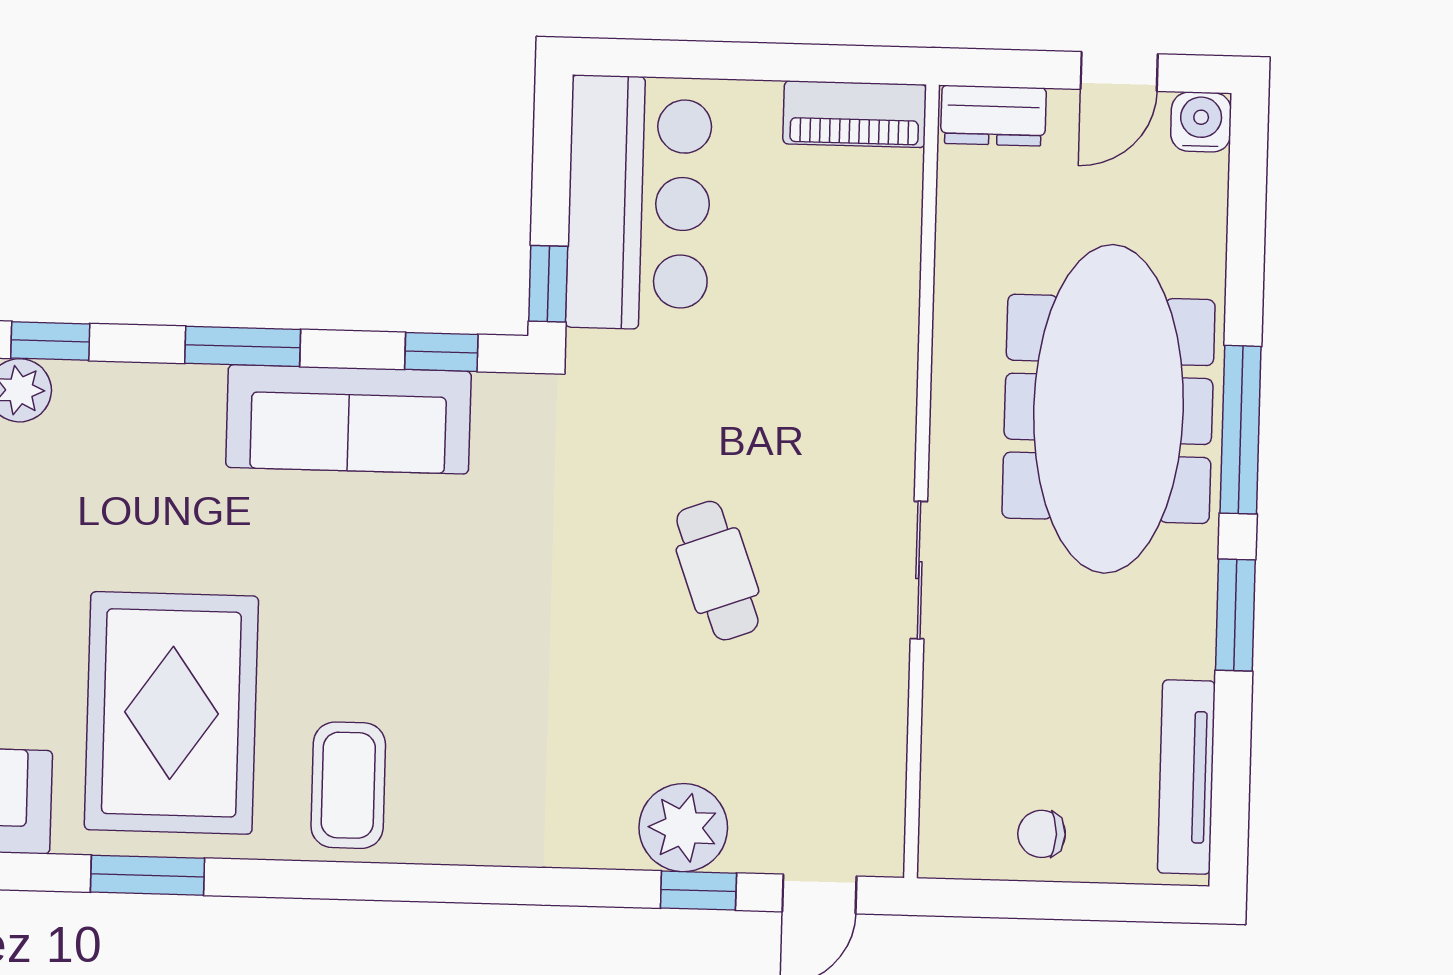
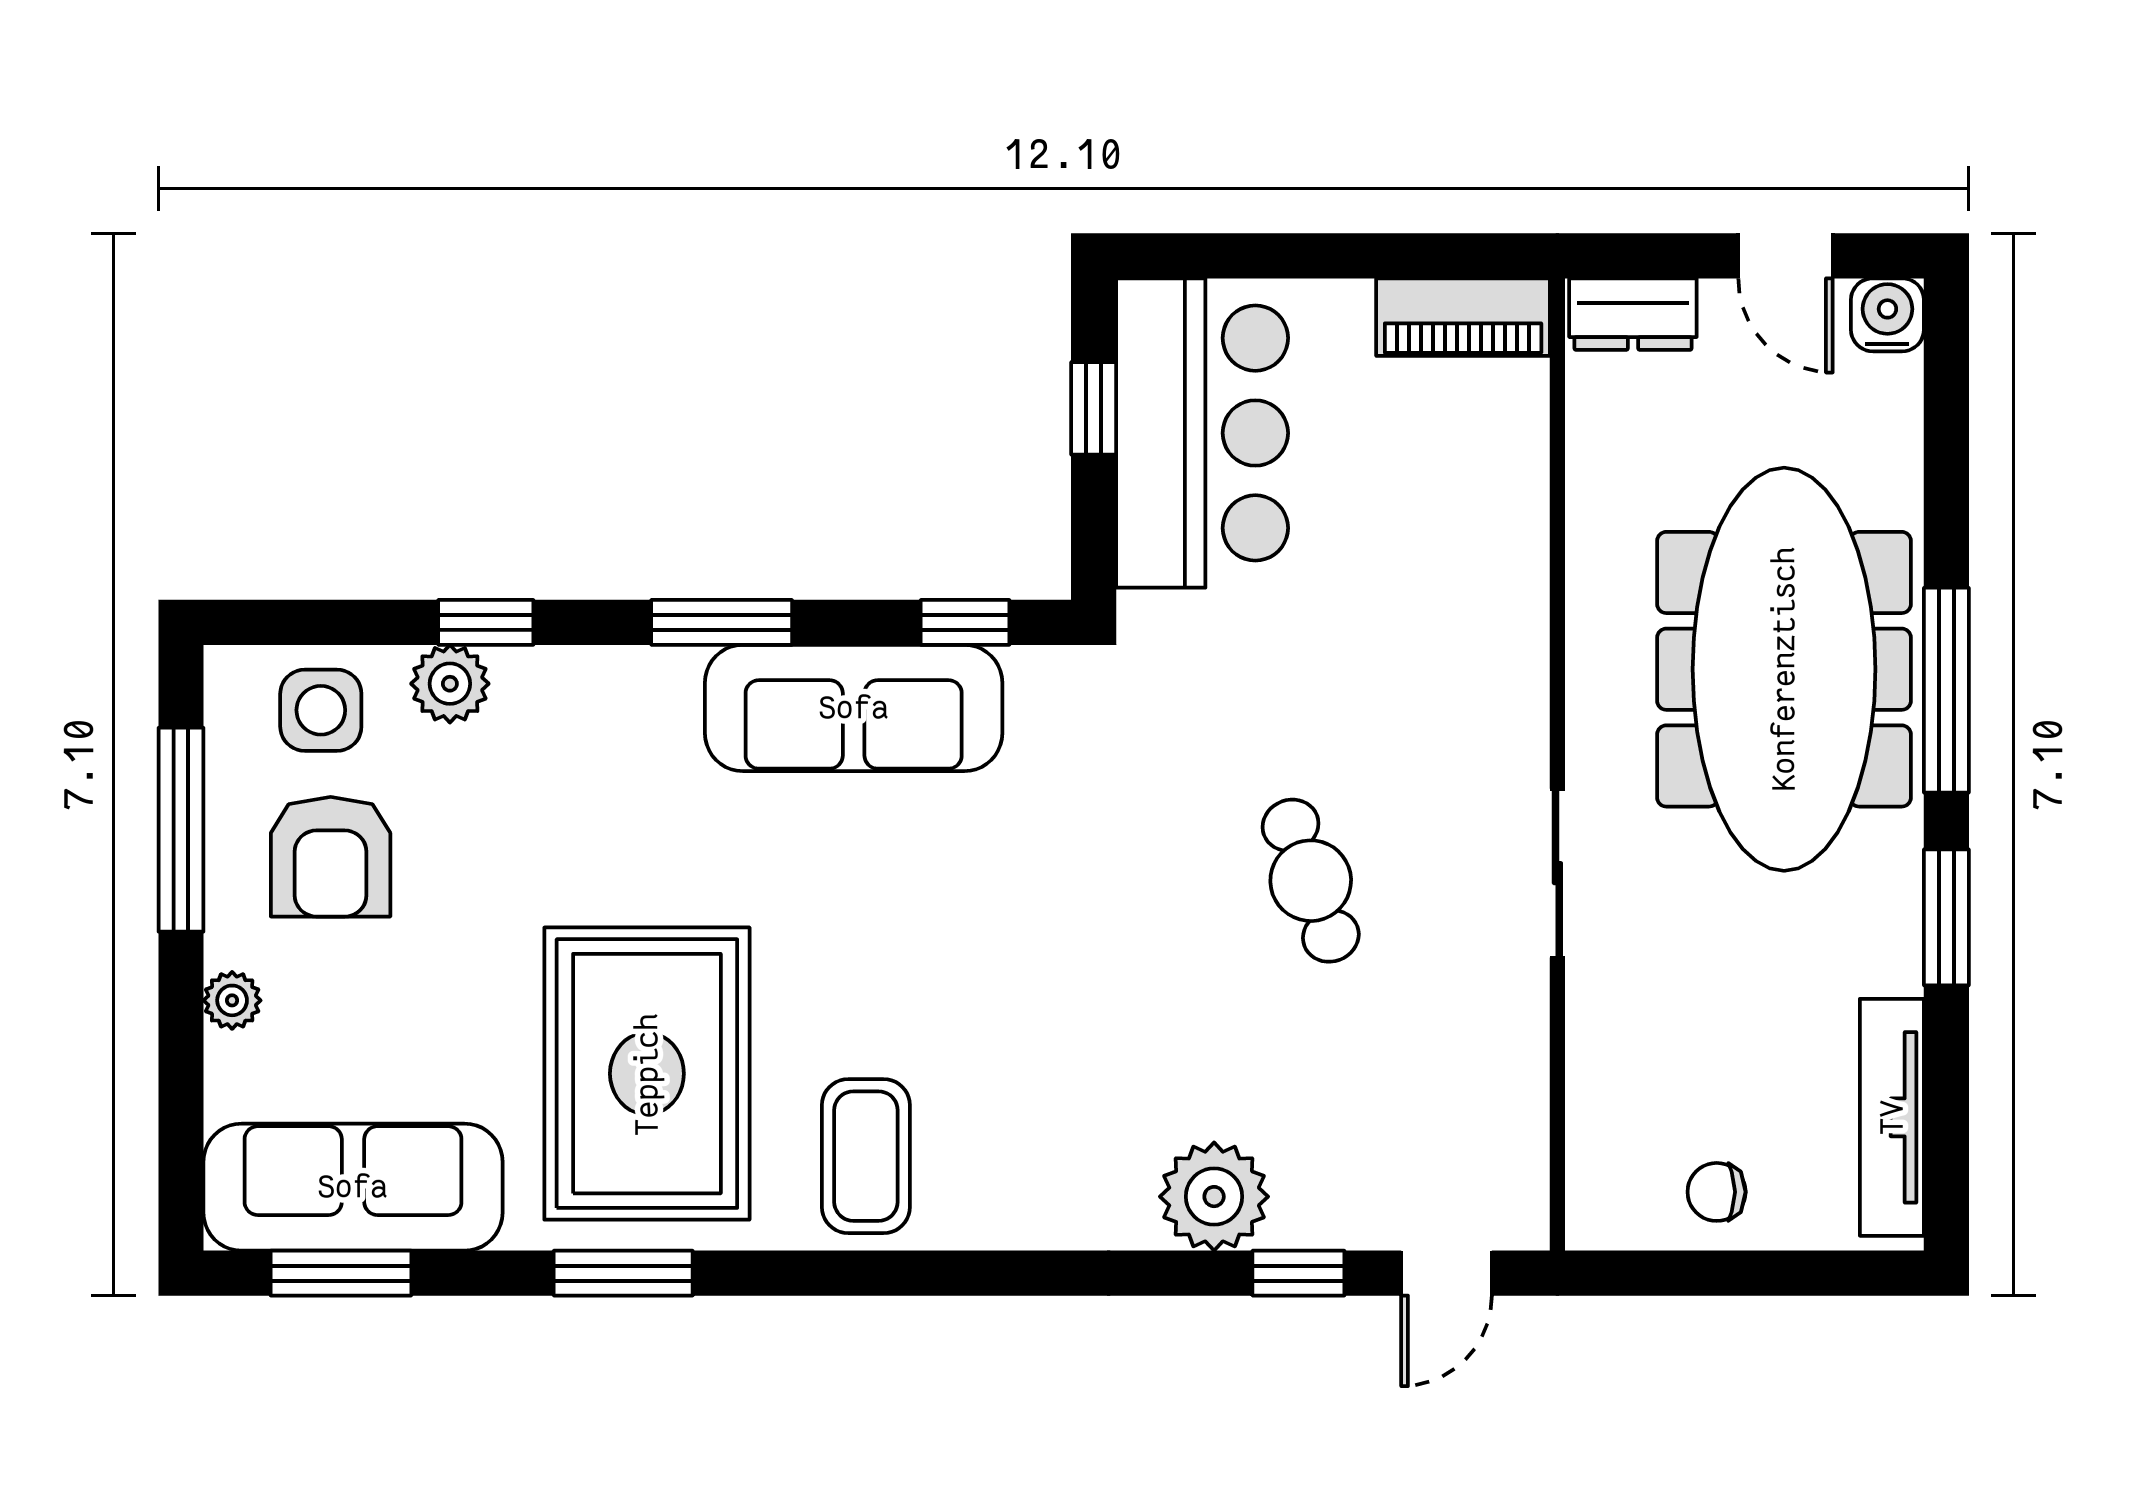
door: (1119, 72) -> (1785, 256), hinge flipped
window: (548, 284) -> (1094, 408), moved
plant: (683, 828) -> (1214, 1197), moved

